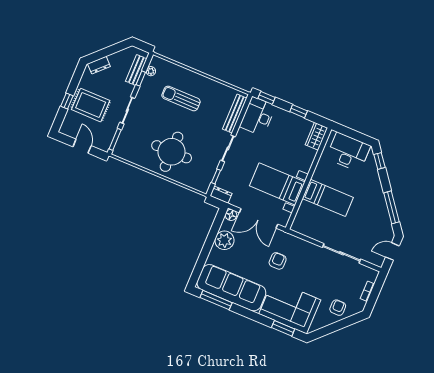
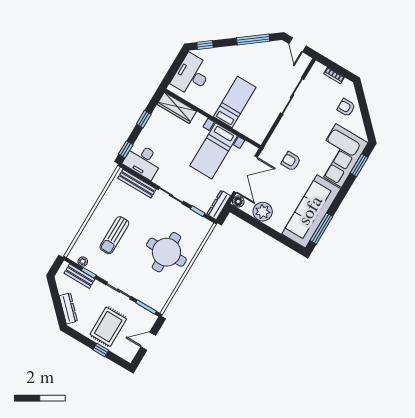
dresser: (99, 65) -> (68, 308), width x1.44
wardrobe: (317, 136) -> (177, 108), width x1.50
dresser: (221, 195) -> (219, 205), width x1.44

